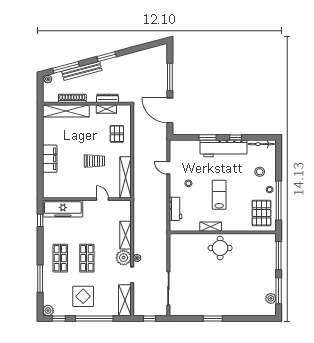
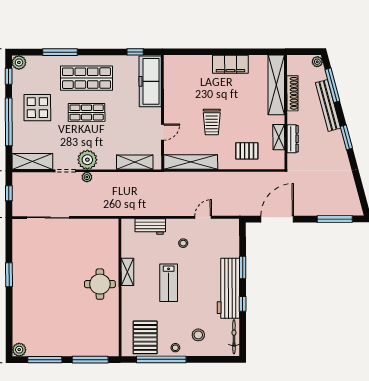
window: (170, 77) -> (335, 219), moved
filing cabinet: (50, 159) -> (230, 64), moved
lab bench: (219, 195) -> (169, 283), turned 90
pallet: (262, 213) -> (145, 337), turned 90
shelving: (126, 235) -> (135, 162), moved
shop shelf: (60, 258) -> (87, 78), width x1.43, depth x1.36
plant: (271, 298) -> (19, 350), moved

